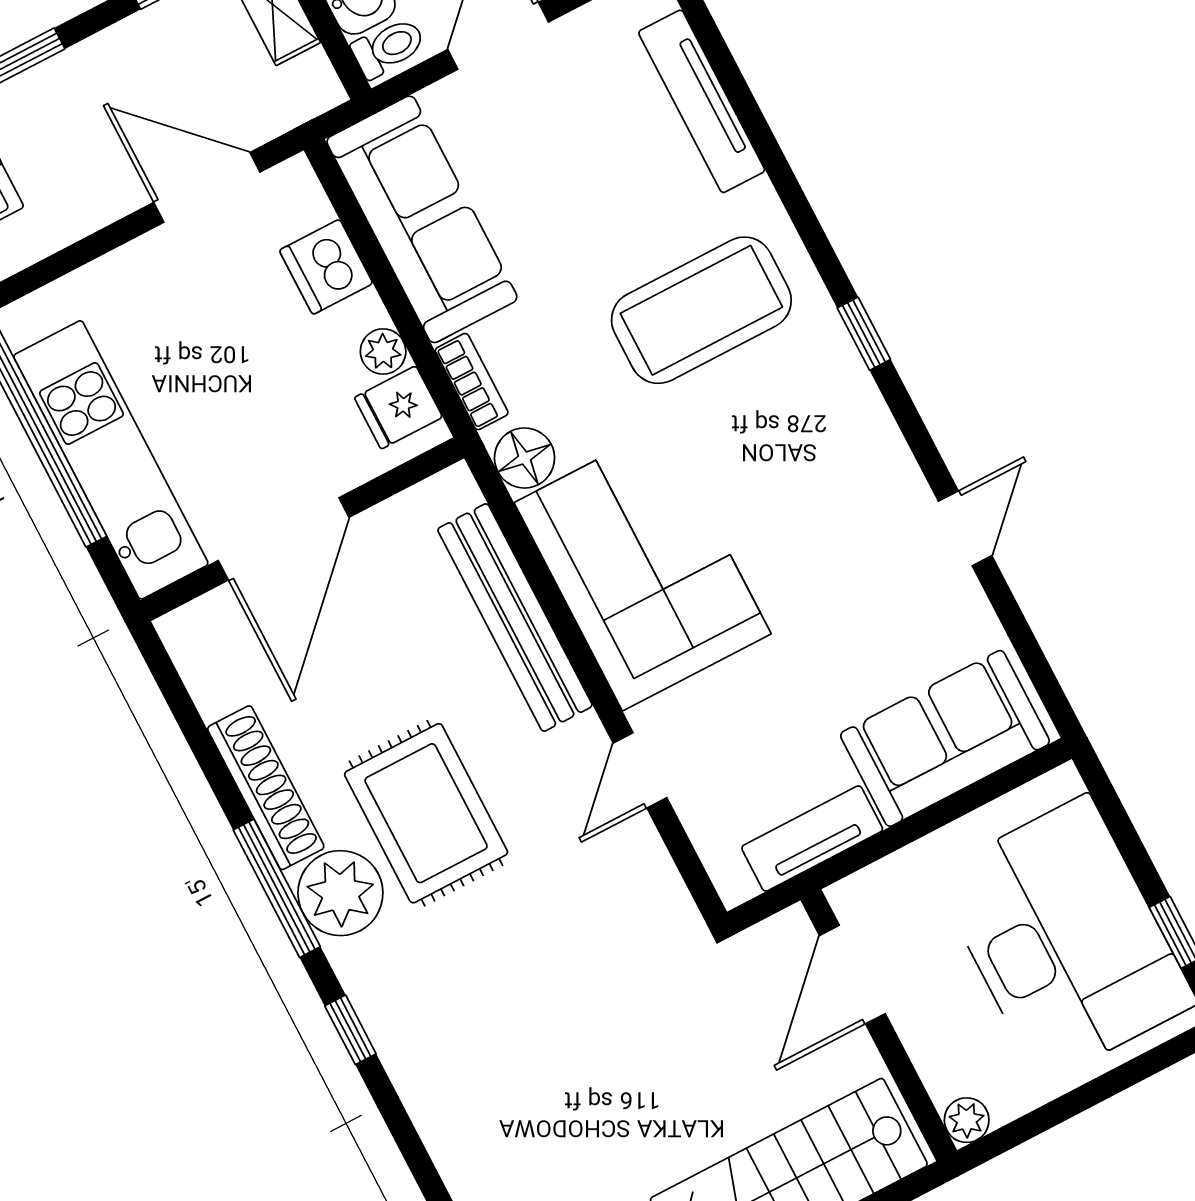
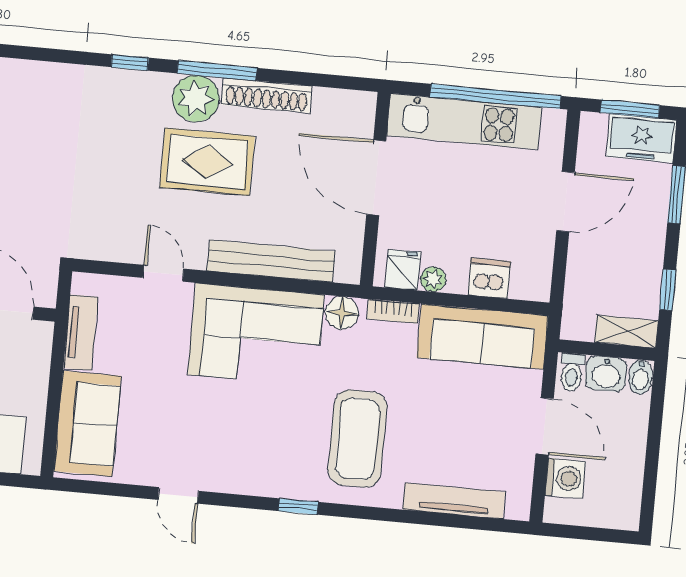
door: (207, 187) -> (566, 202), moved

